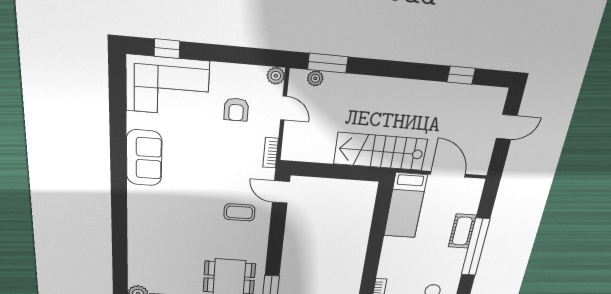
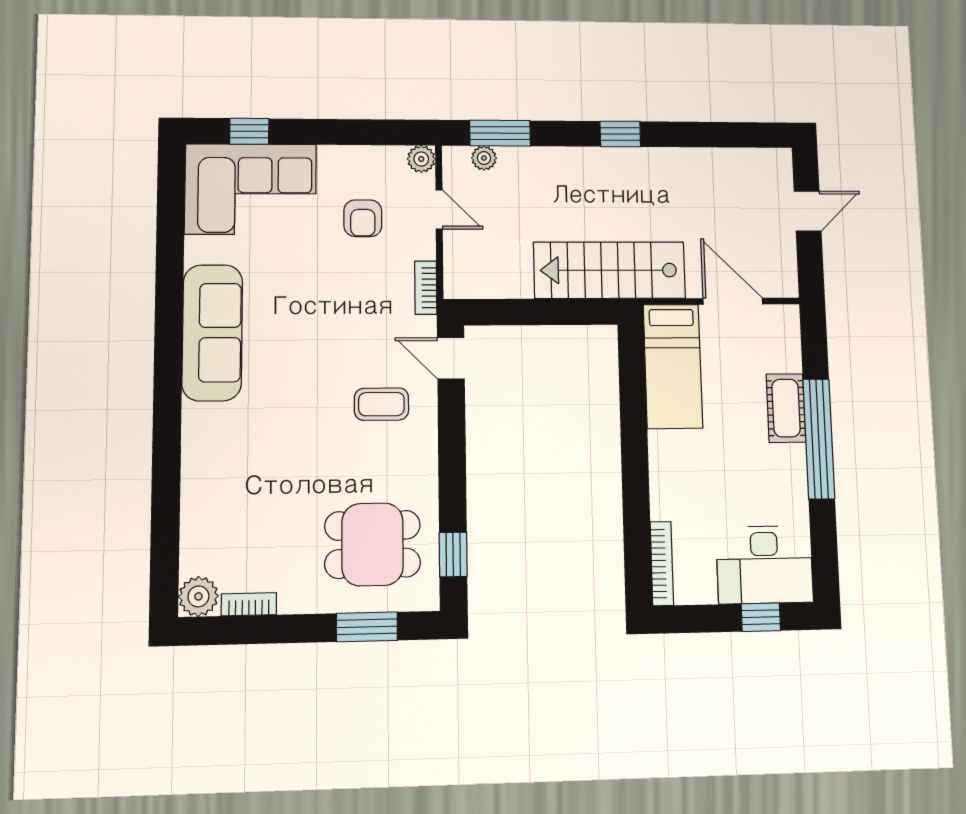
window: (461, 75) -> (620, 134), moved
sofa: (144, 158) -> (212, 333), width x1.36

